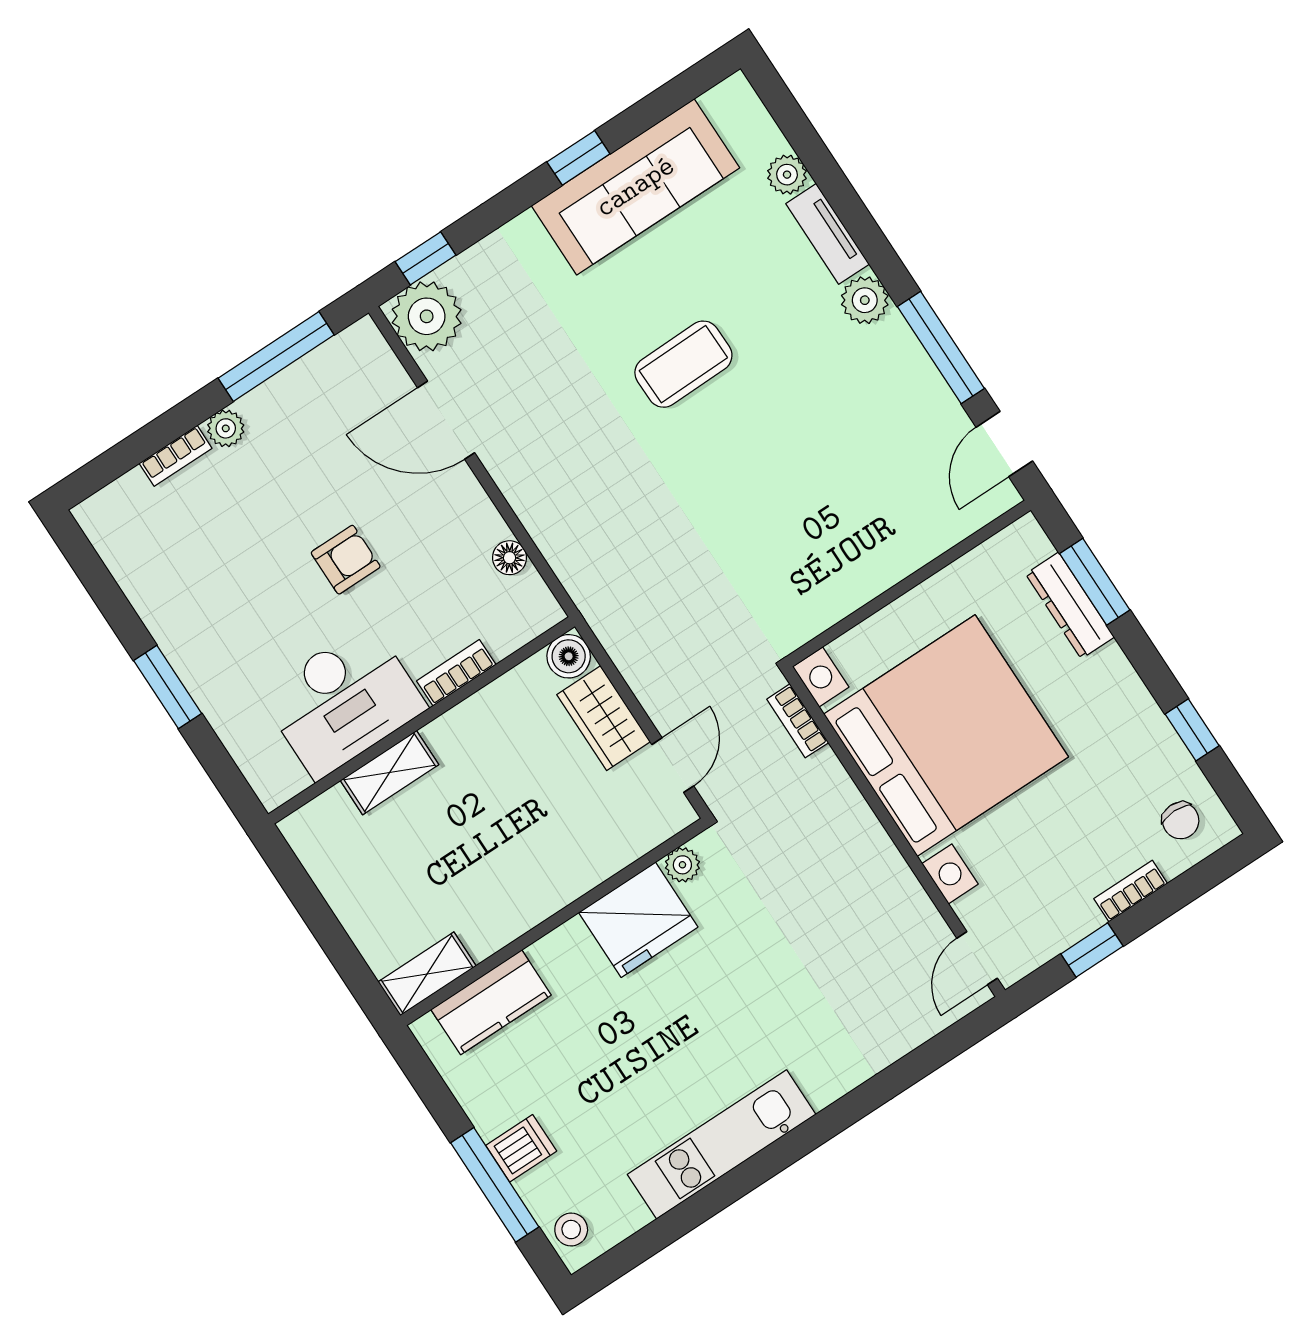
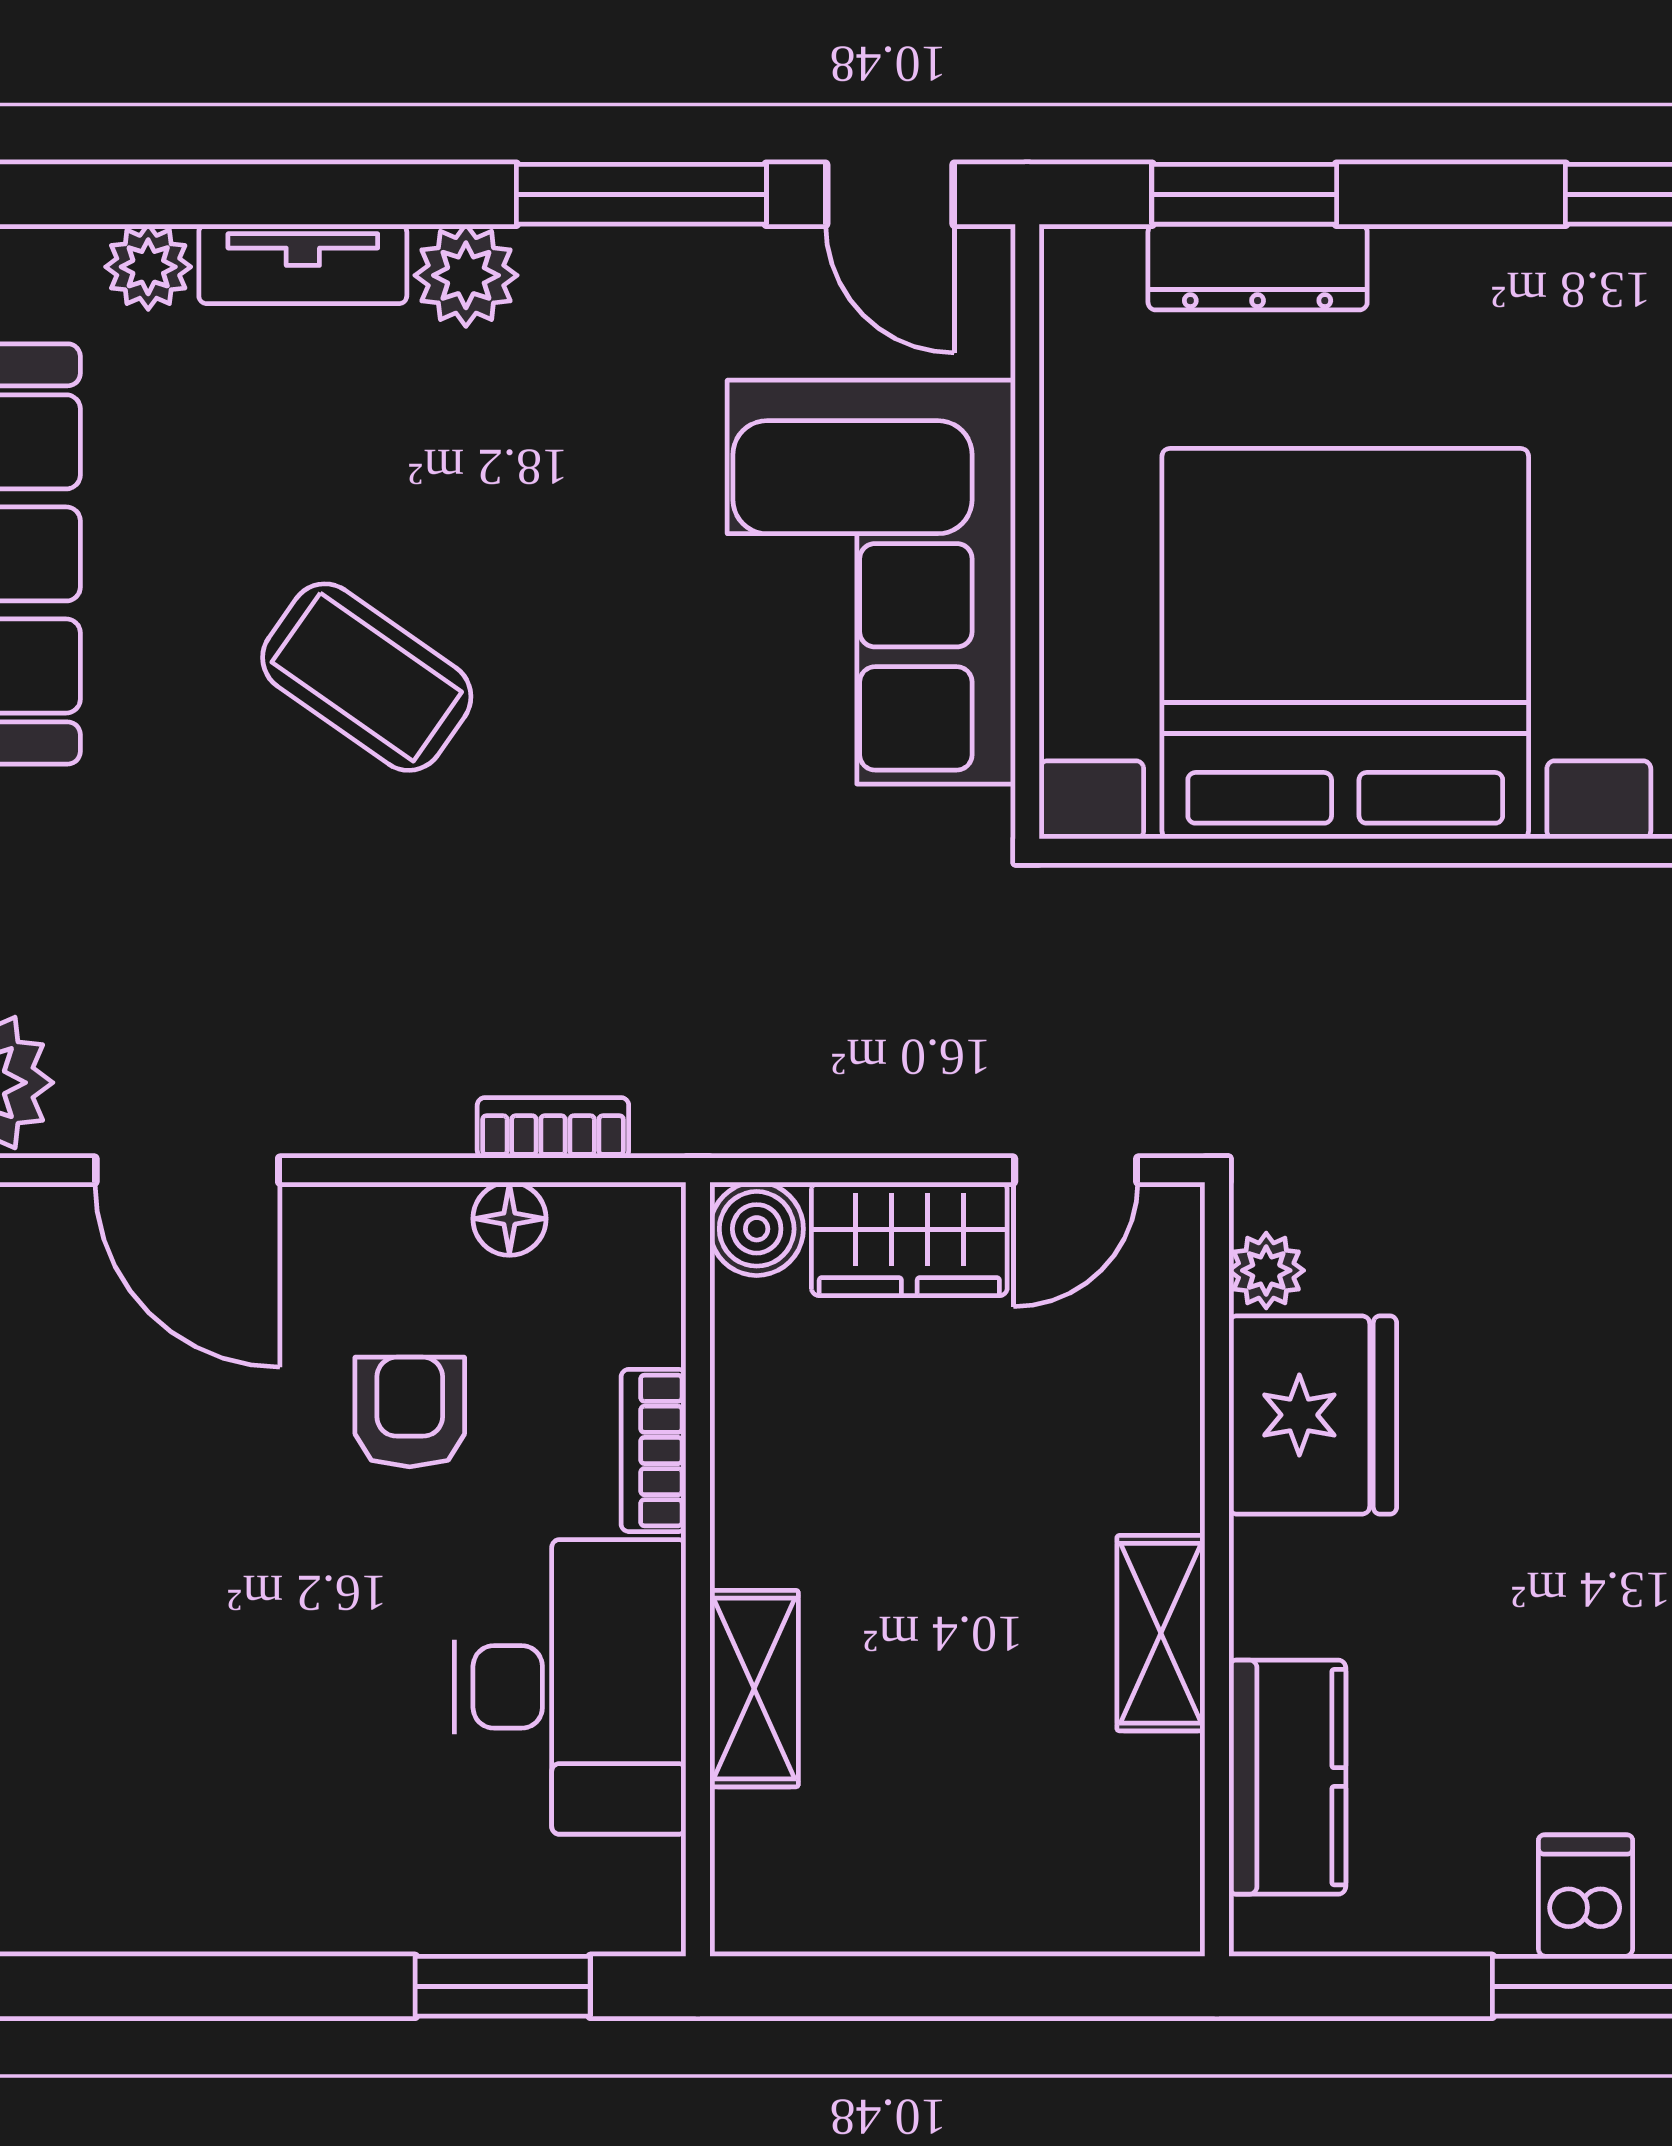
coffee table: (683, 364) -> (367, 677), turned -54
door: (446, 420) -> (187, 1170), hinge flipped
corner sofa: (849, 536) -> (871, 582), added
armchair: (346, 560) -> (410, 1412), moved
window: (168, 687) -> (503, 1986), moved
bookcase: (798, 721) -> (553, 1128), moved, turned 180
door: (673, 765) -> (1076, 1170), swing flipped
shelving: (427, 974) -> (1161, 1633), moved

